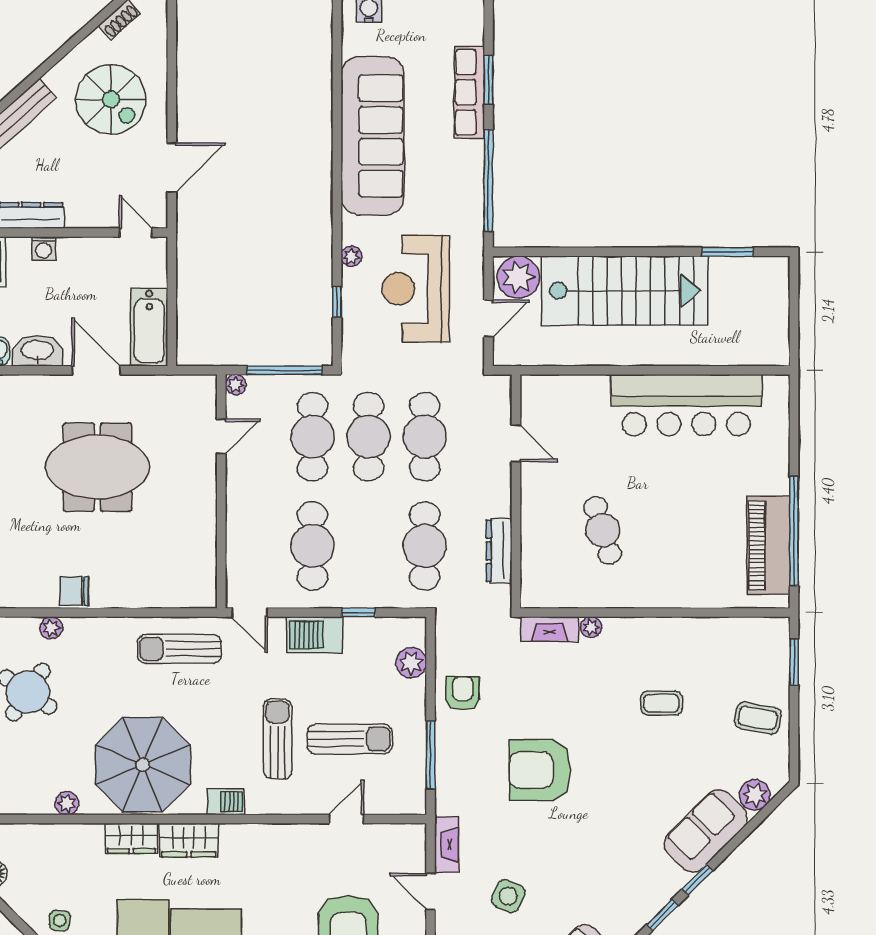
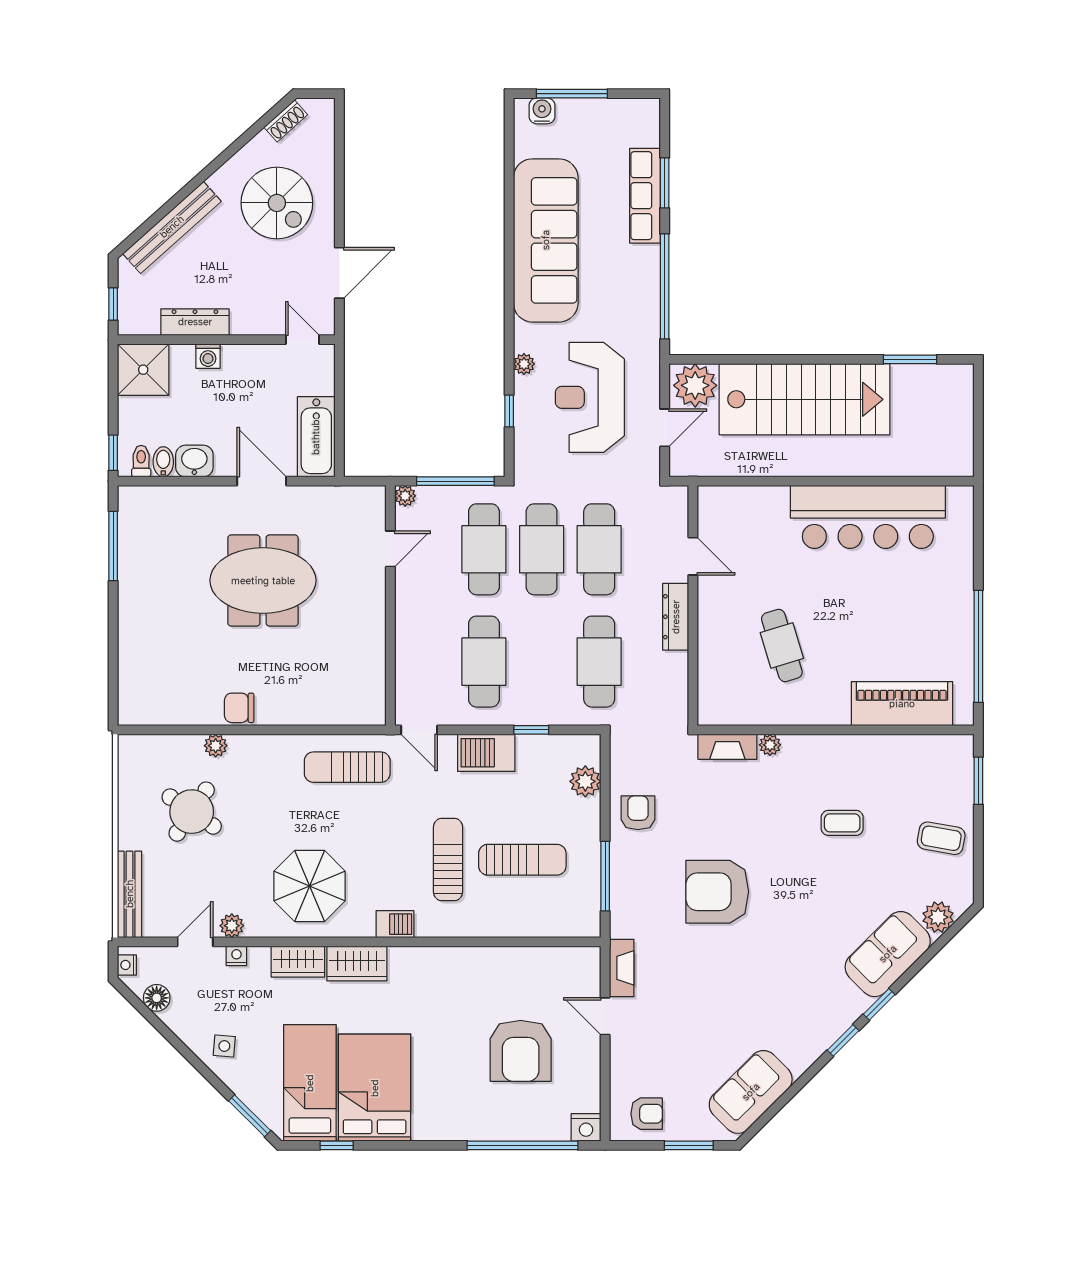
washbasin: (37, 351) -> (194, 461), width x0.72
piano: (768, 545) -> (902, 704), moved, turned 90
dresser: (499, 551) -> (676, 617), moved
parasol: (143, 765) -> (310, 886), width x0.73, depth x0.73
door: (346, 819) -> (195, 942), moved
nightstand: (71, 833) -> (236, 956), added
side table: (508, 896) -> (685, 1021), removed

